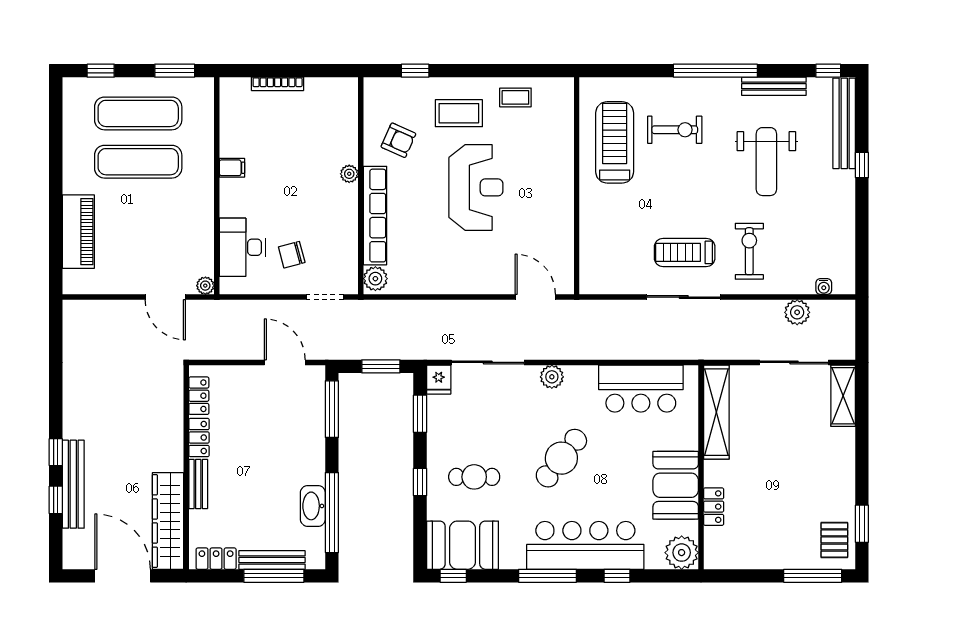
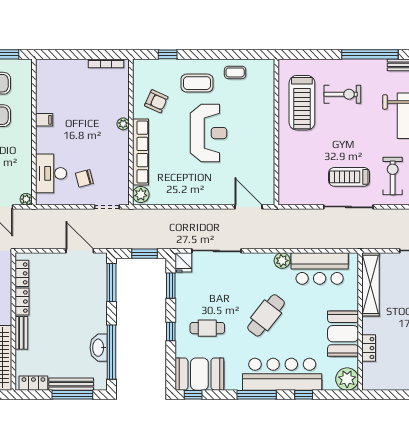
bookcase: (278, 84) -> (106, 63), moved
treadmill: (615, 142) -> (302, 103), turned 180
plant: (552, 377) -> (282, 261), moved

